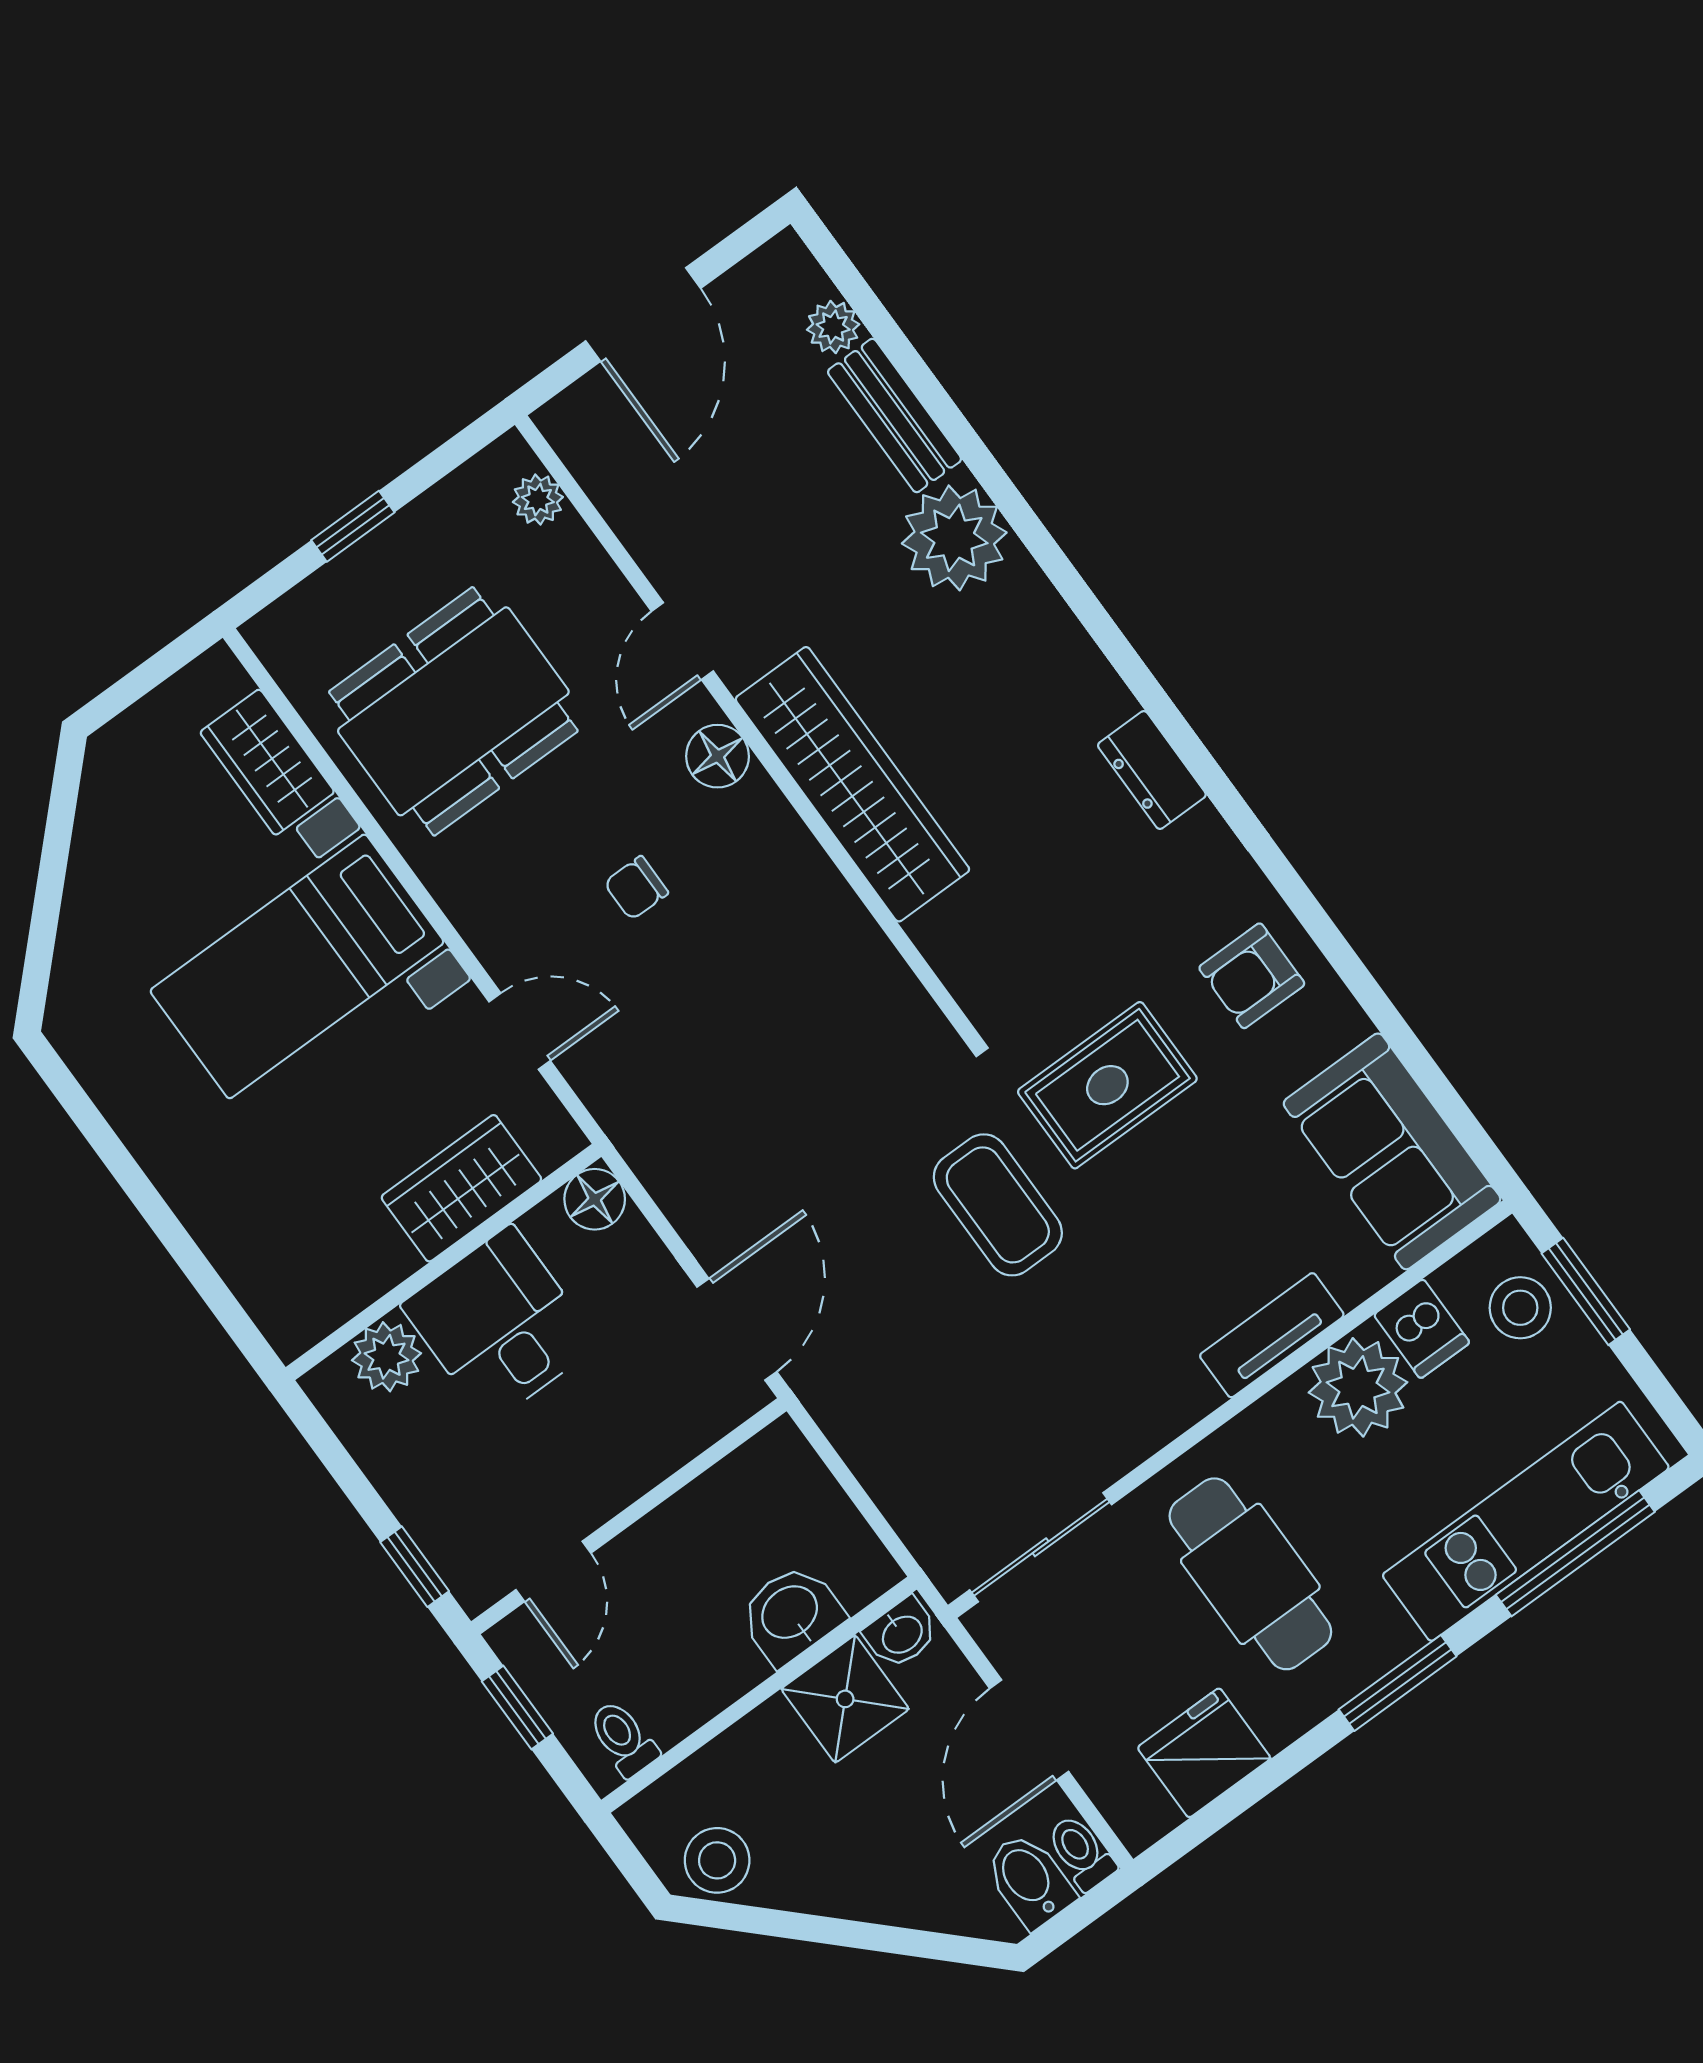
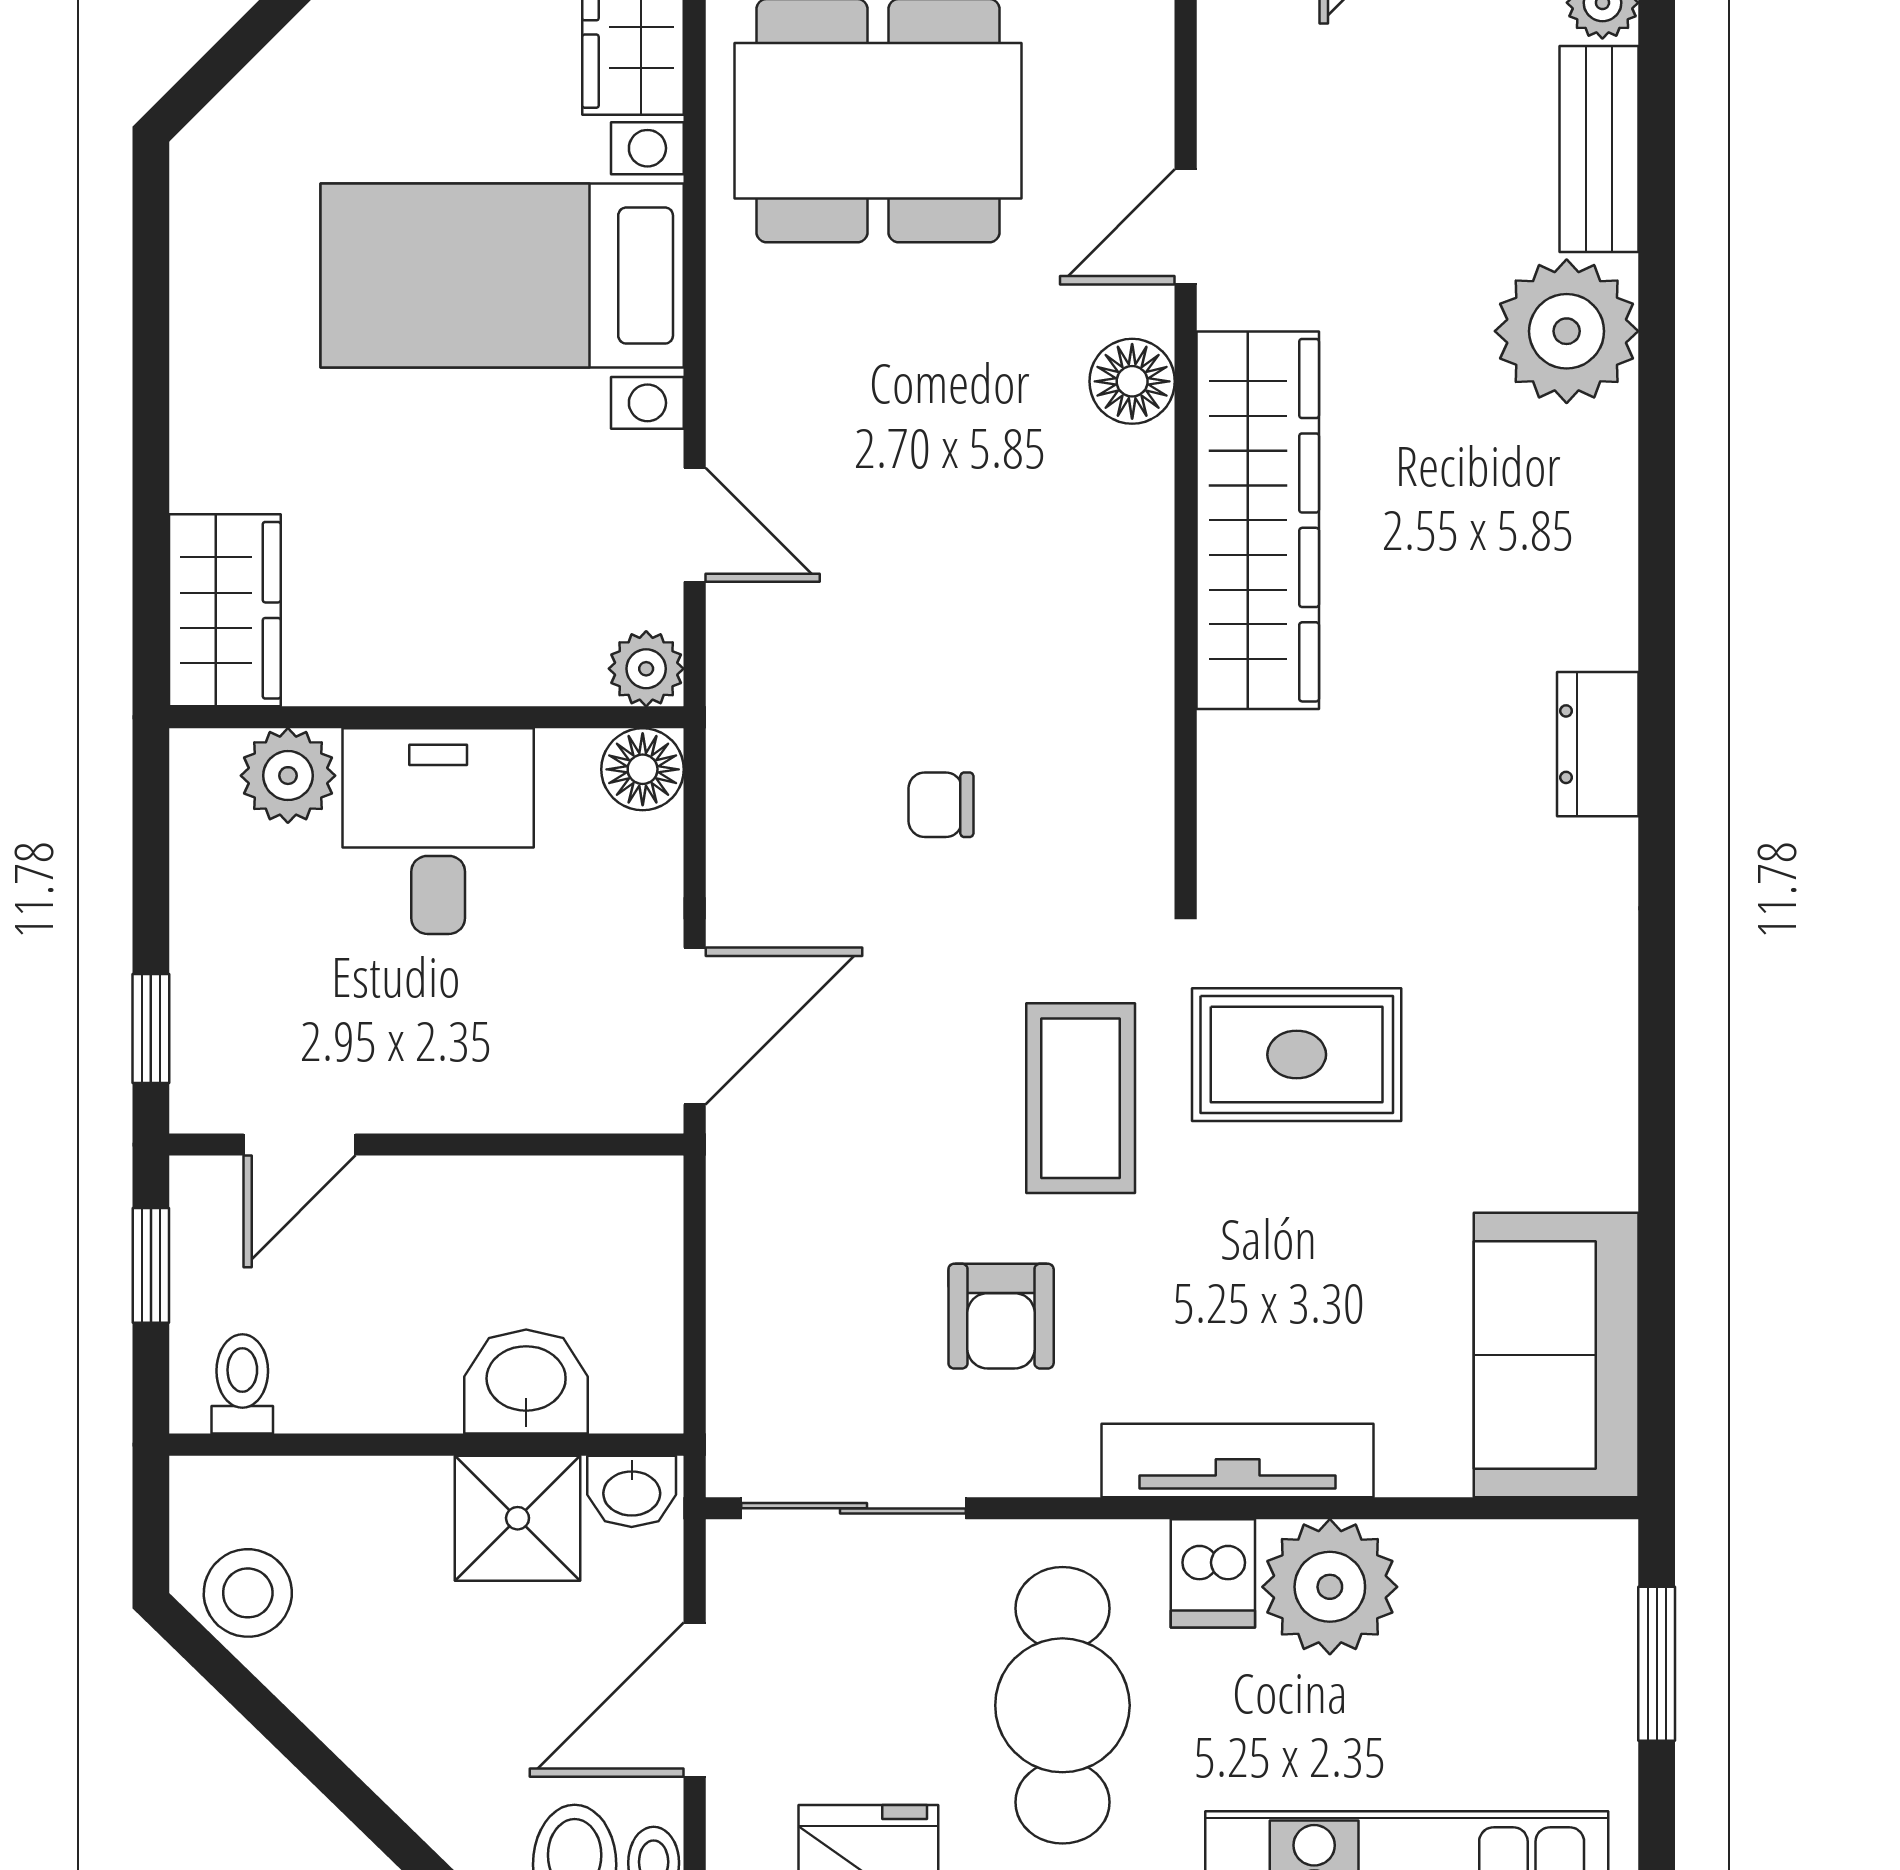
chair: (636, 888) -> (941, 805), moved
armchair: (1252, 976) -> (1001, 1316), moved, turned -90
plant: (553, 1138) -> (646, 669), added
wardrobe: (461, 1188) -> (225, 610), moved, turned 90
stool: (1520, 1308) -> (1572, 1629), removed
dishwasher: (1422, 1329) -> (1213, 1573), moved
tv unit: (1272, 1335) -> (1238, 1461), width x1.41

